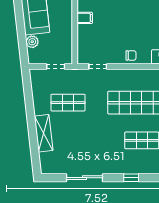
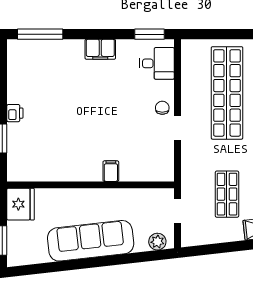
plant: (32, 42) -> (157, 242), moved
doorway: (98, 67) -> (178, 128), moved

